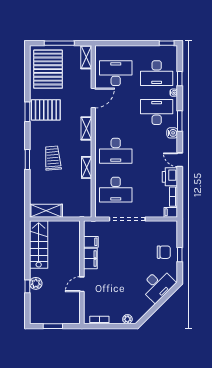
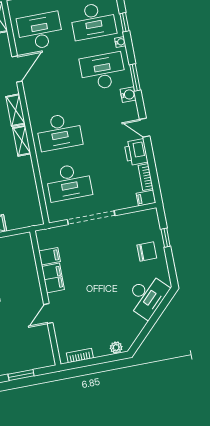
shelving: (87, 167) -> (22, 141), moved
window: (180, 255) -> (166, 238), moved

